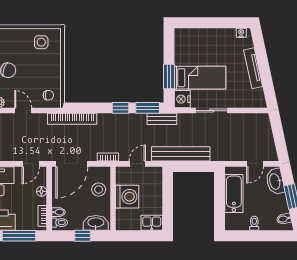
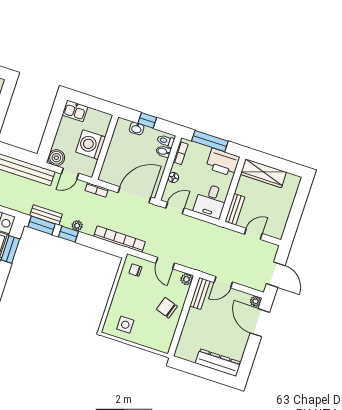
plant: (115, 118) -> (77, 226), added
bench: (162, 119) -> (46, 215), moved
boiler: (155, 174) -> (56, 158), added
stool: (99, 190) -> (116, 161), removed
washbasin: (96, 223) -> (137, 128), width x0.52, depth x0.69

